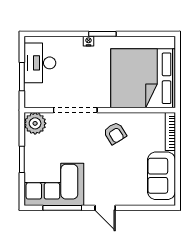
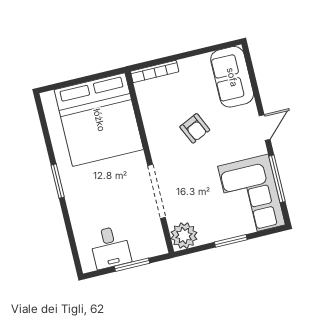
nightstand: (88, 41) -> (70, 196), removed
desk: (40, 63) -> (110, 247), width x0.73
armchair: (115, 133) -> (195, 128), moved, turned 97
sofa: (161, 176) -> (232, 77), moved, turned 90

